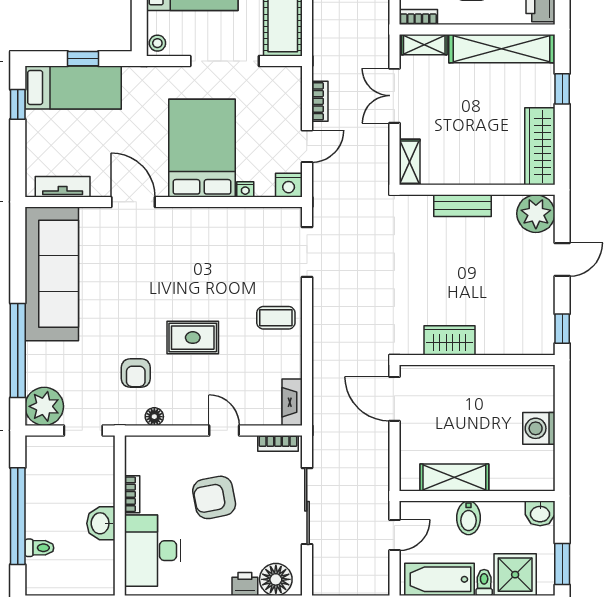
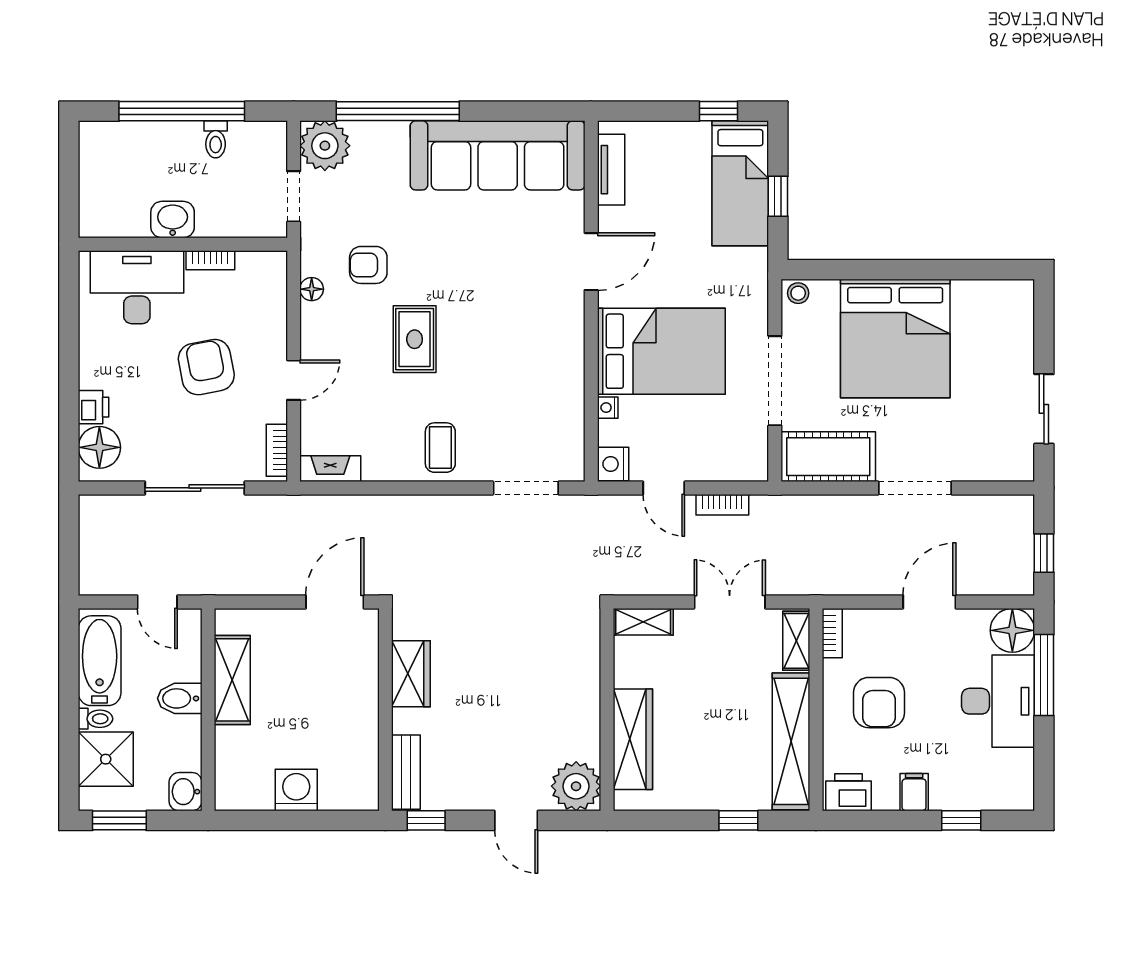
wardrobe: (540, 146) -> (633, 739), moved, turned 90
bench: (463, 206) -> (406, 772), moved
toilet: (39, 548) -> (216, 139), moved

